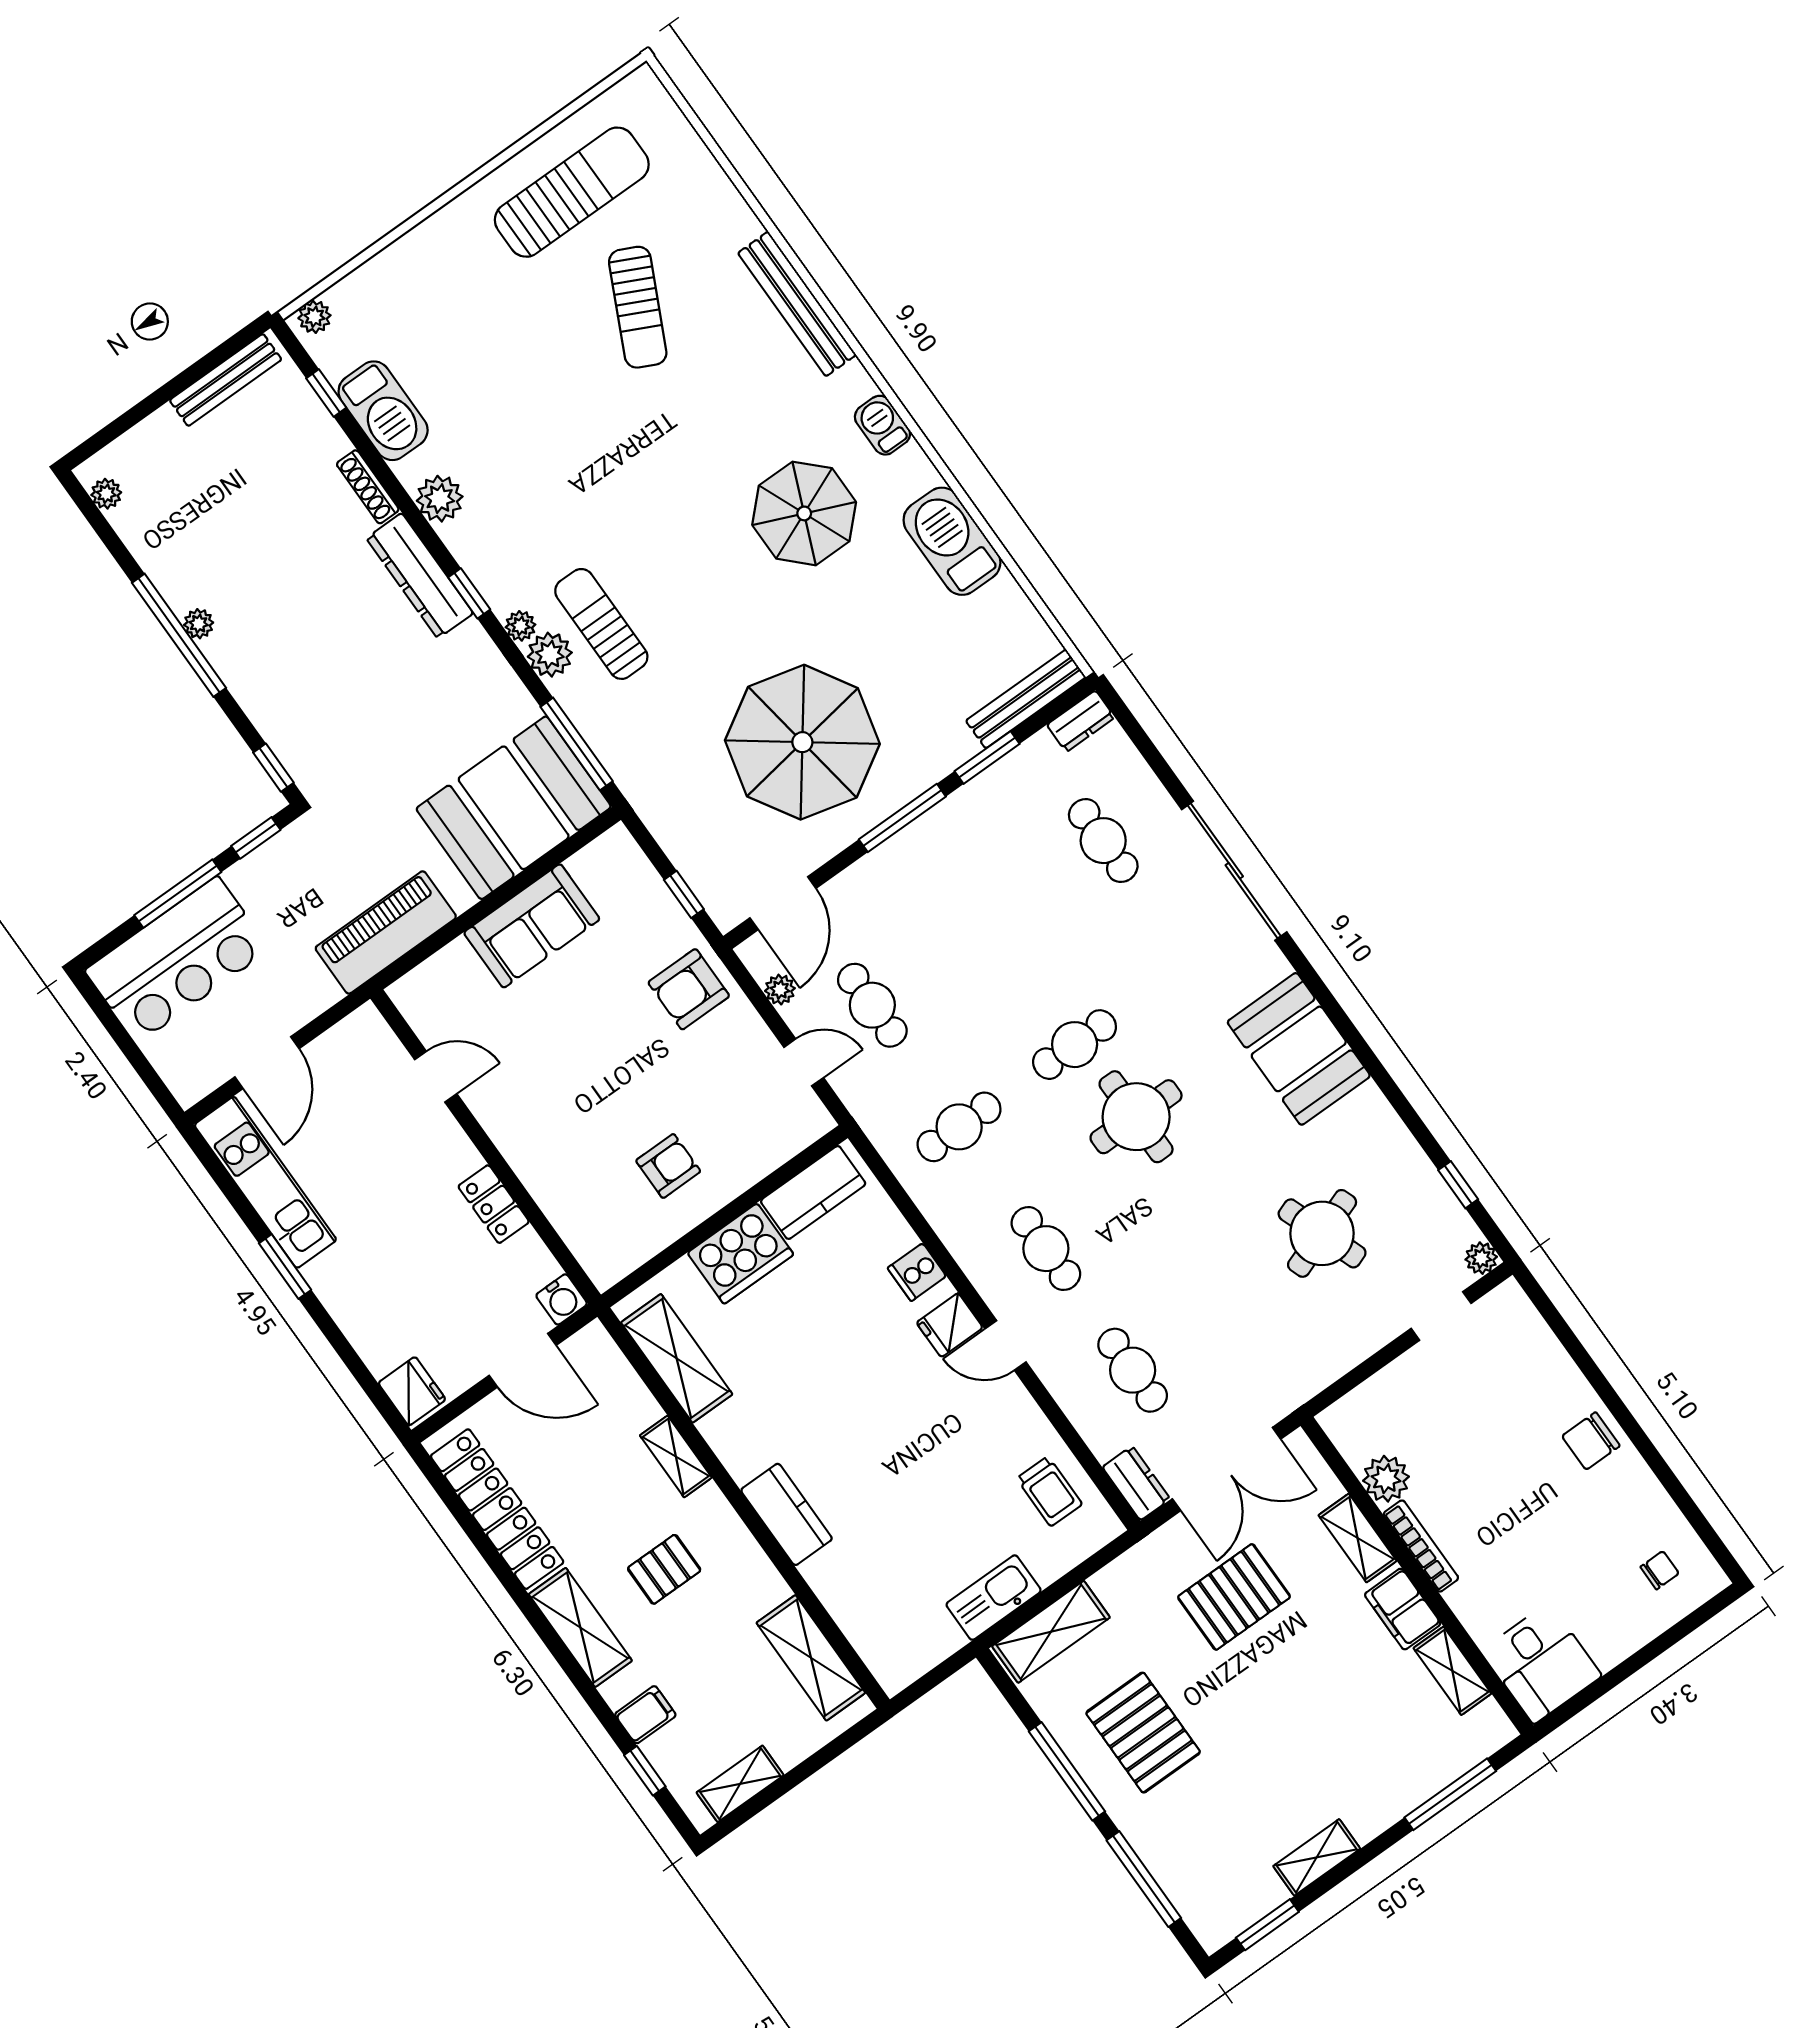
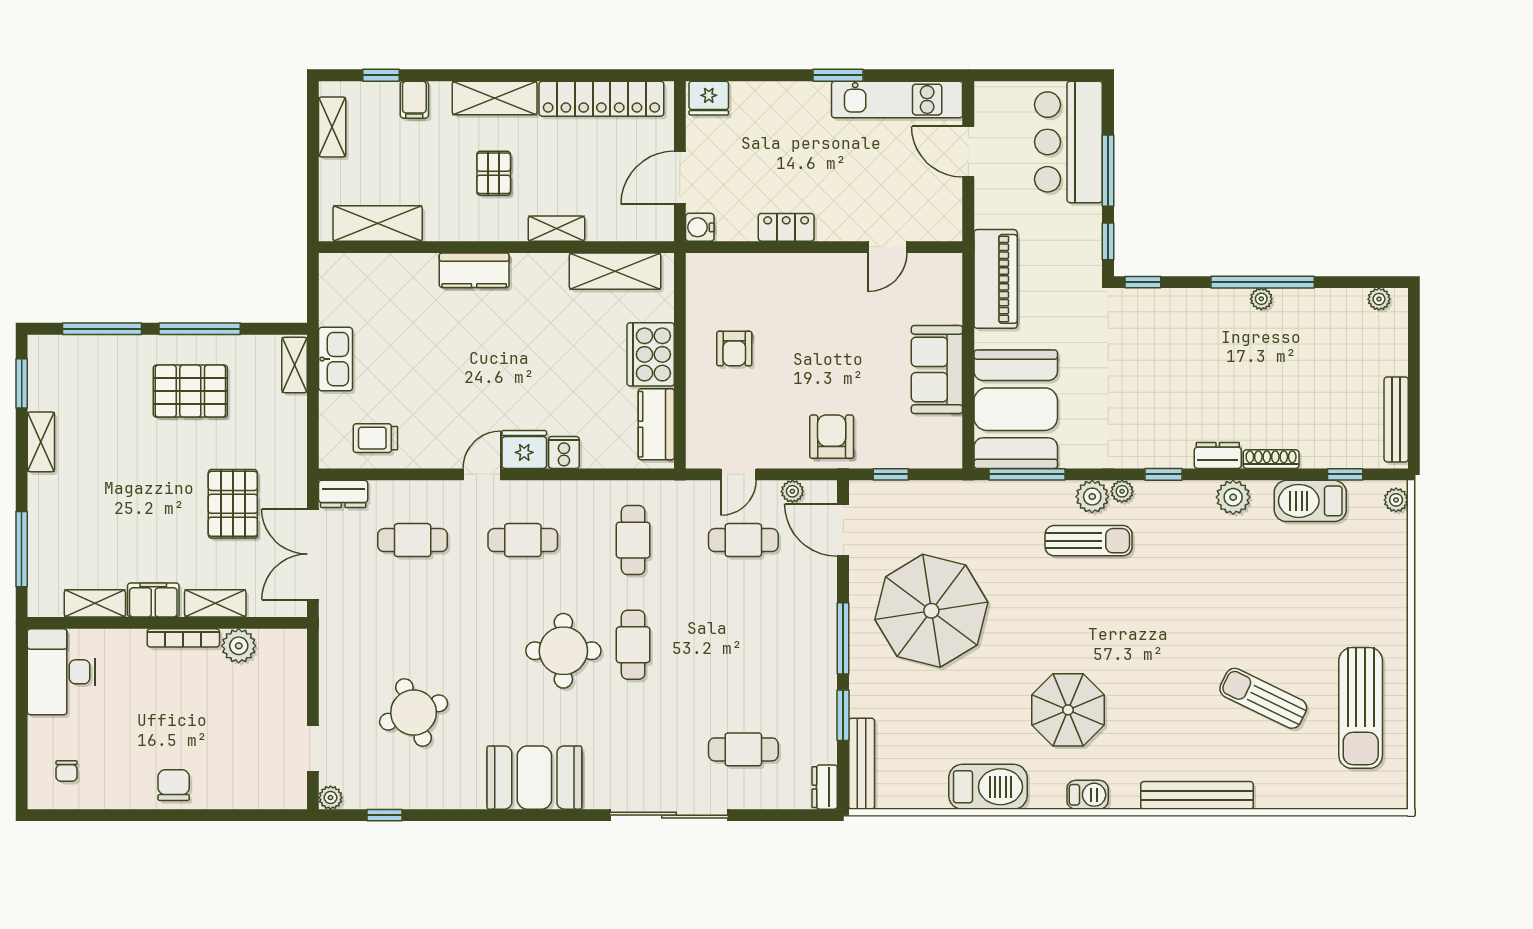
dresser: (420, 576) -> (1218, 455), width x0.51, depth x0.80
fridge: (950, 1325) -> (524, 449), width x1.38
shelving: (1051, 1632) -> (295, 365), width x0.67, depth x0.75
desk: (1541, 1663) -> (61, 672), width x1.37

